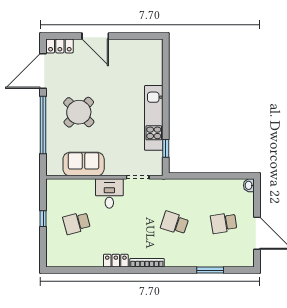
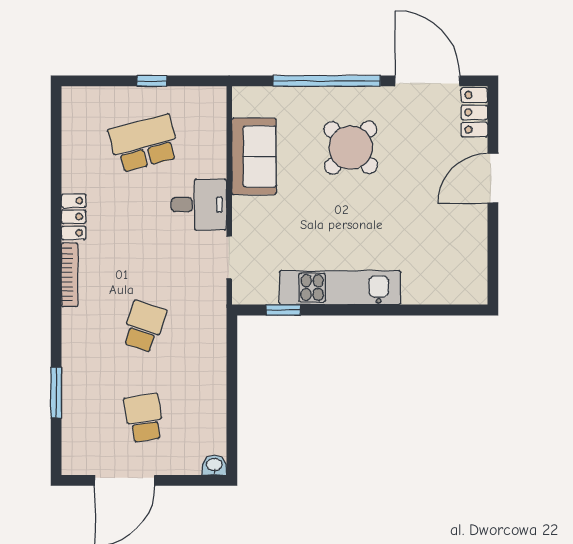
school desk: (77, 223) -> (144, 143), width x1.85

